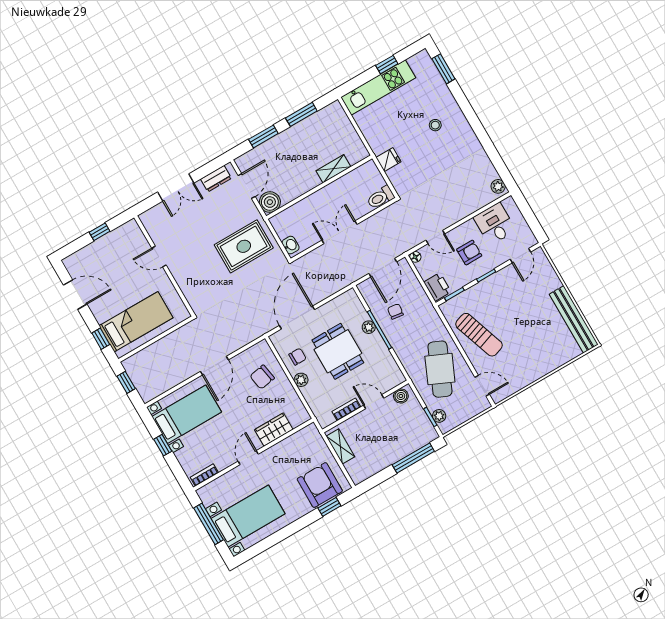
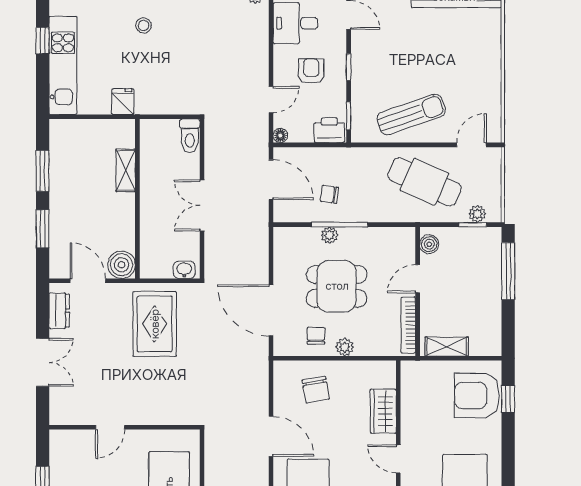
fridge: (388, 160) -> (123, 102), moved
bookcase: (346, 409) -> (408, 325), width x1.56

